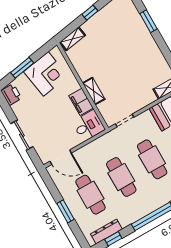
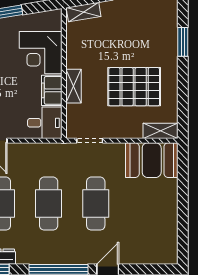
pallet: (133, 69) -> (134, 87), added
corner desk: (46, 74) -> (41, 53), moved, turned 99

